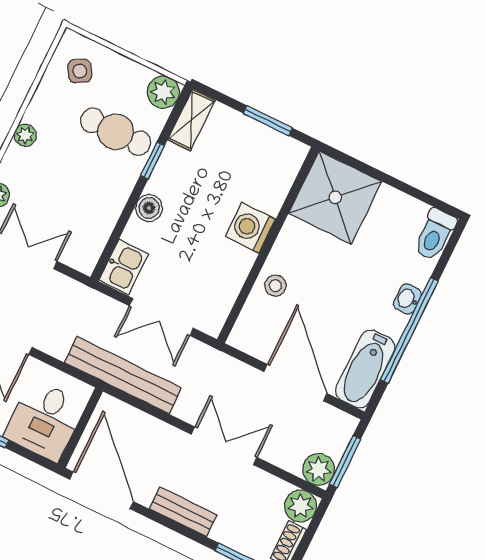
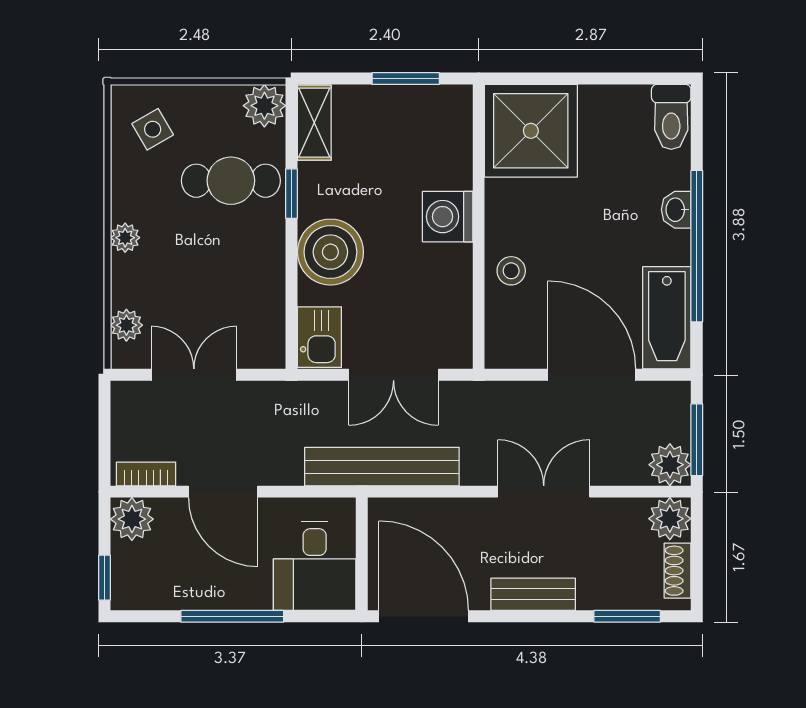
boiler: (149, 208) -> (330, 252), width x1.86, depth x1.86

